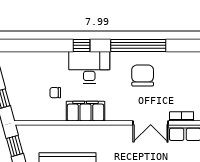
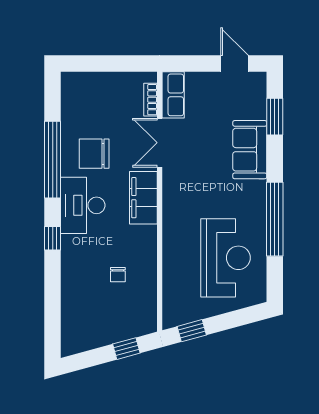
desk: (89, 67) -> (83, 205), moved
filing cabinet: (85, 111) -> (143, 198), moved
double door: (151, 123) -> (160, 143), swing flipped

